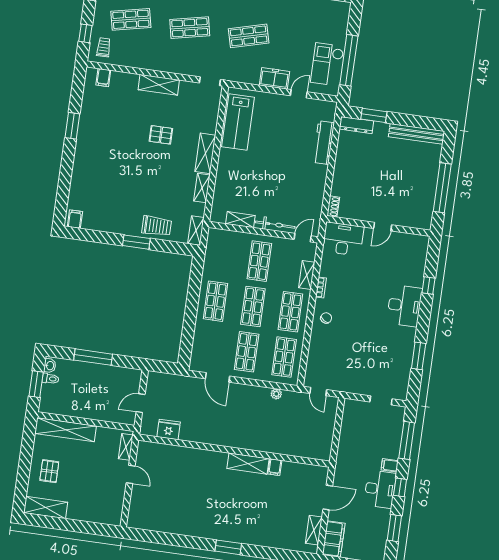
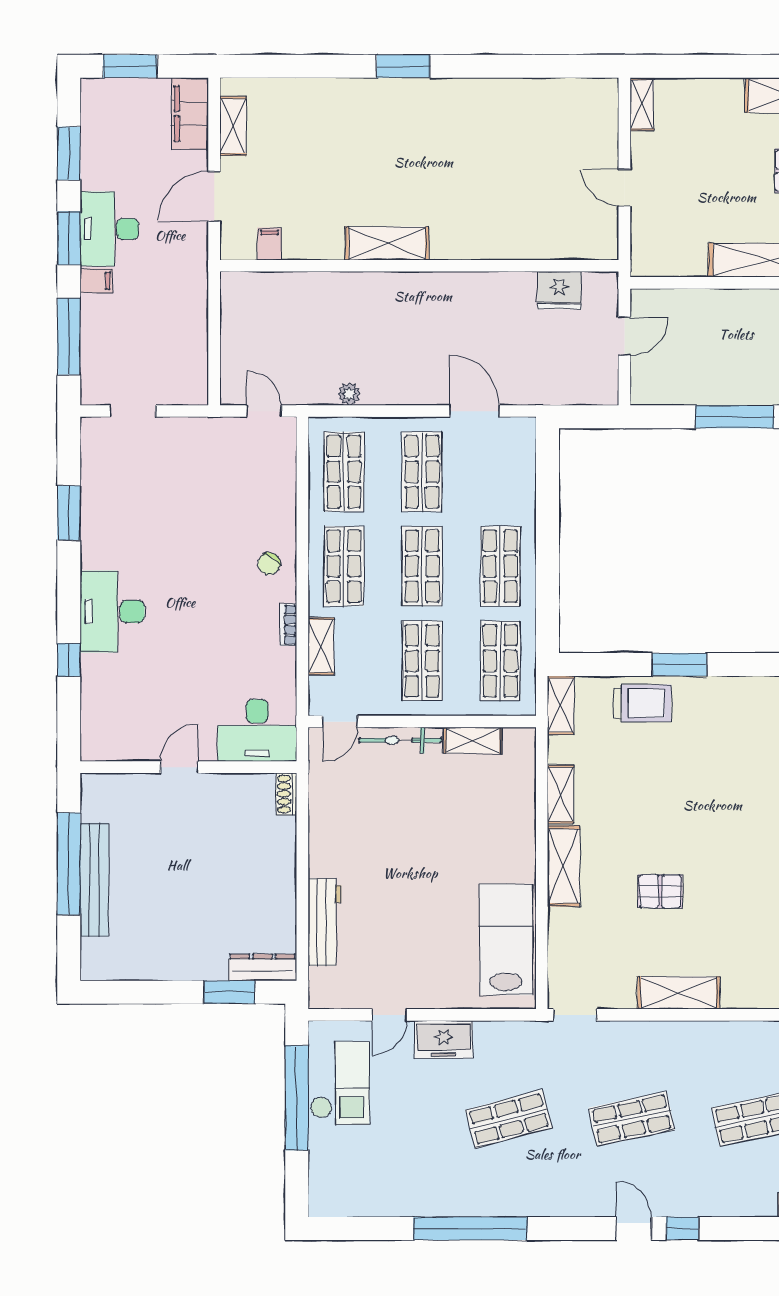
bench: (416, 134) -> (94, 880), moved, turned 90
trolley: (157, 226) -> (642, 703), turned 180
shop shelf: (222, 256) -> (500, 661), added
shelving: (126, 447) -> (642, 104), moved
filing cabinet: (275, 467) -> (269, 244), moved
window: (400, 487) -> (69, 238), width x1.50

